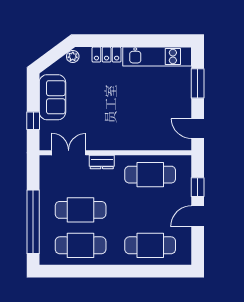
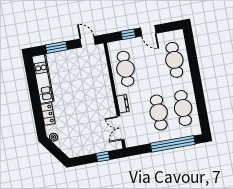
sofa: (52, 97) -> (84, 146), removed
door: (198, 129) -> (88, 42), swing flipped

